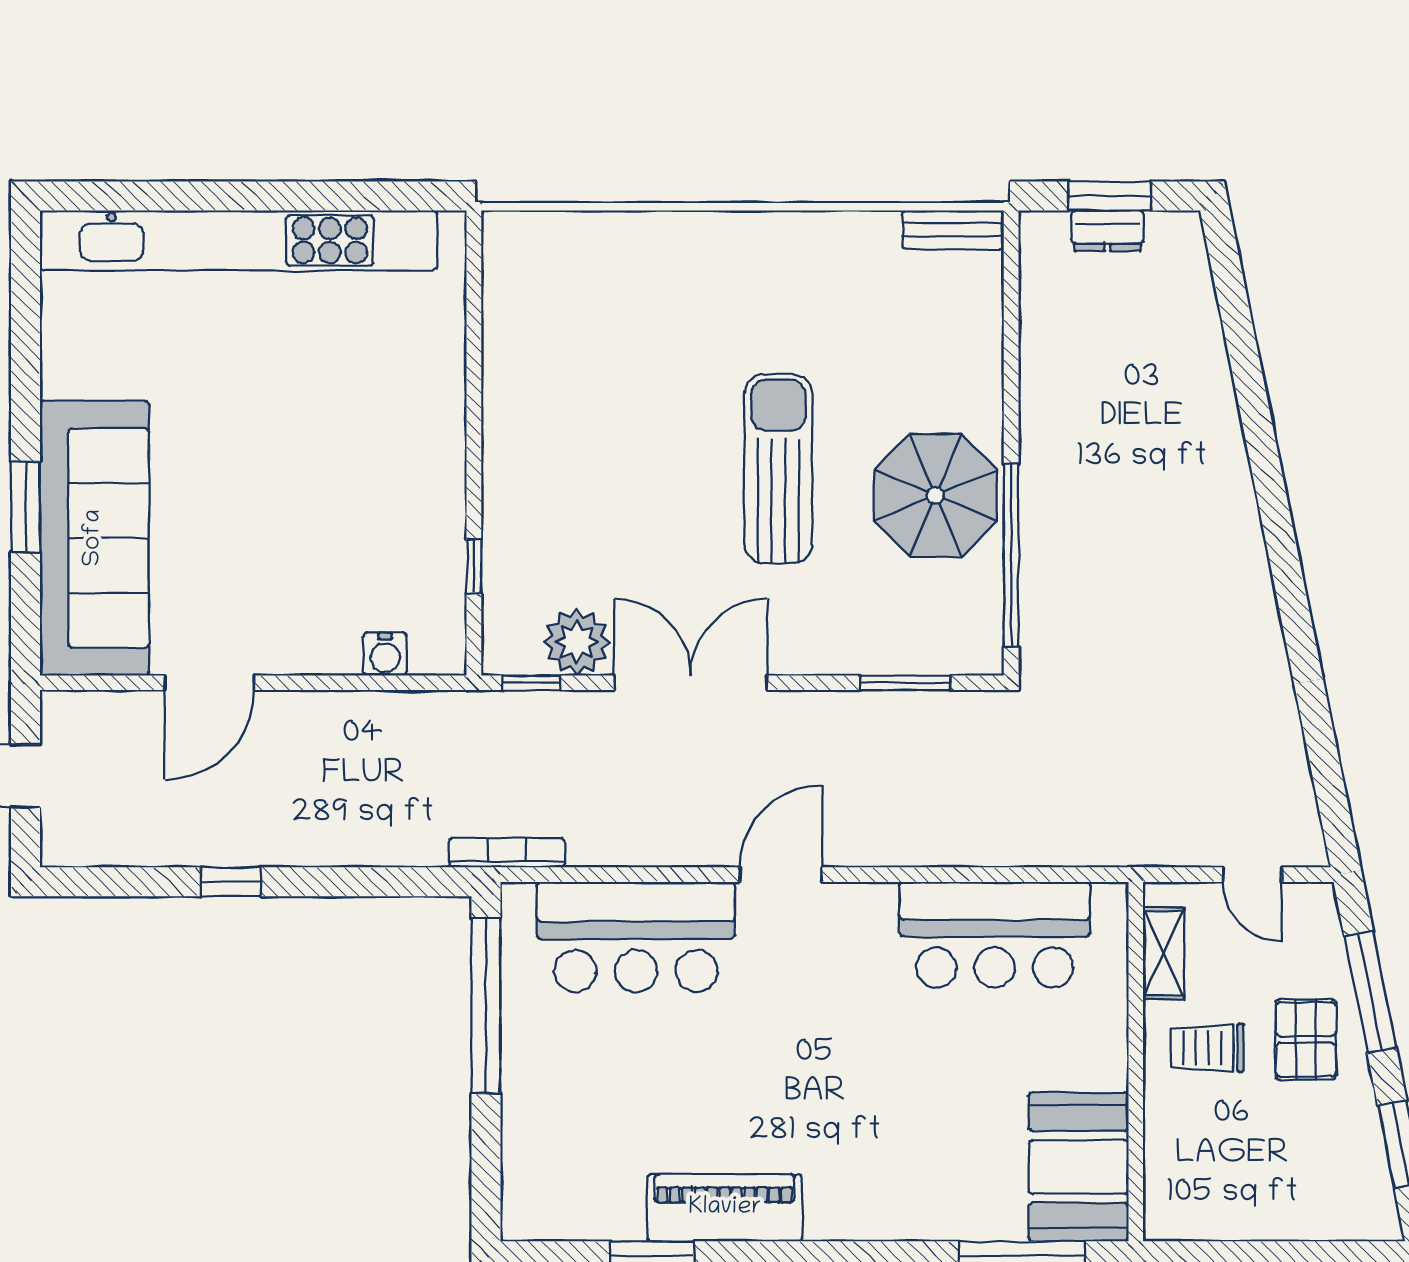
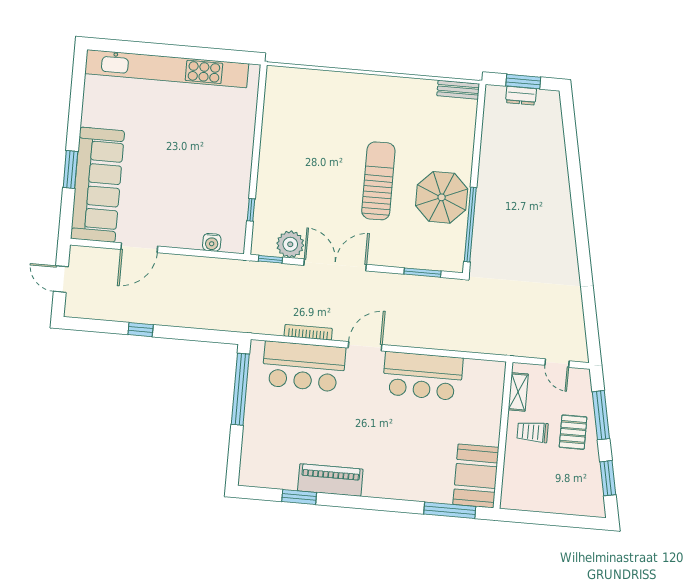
bookcase: (507, 853) -> (308, 332), moved
bar counter: (995, 935) -> (423, 376), moved

